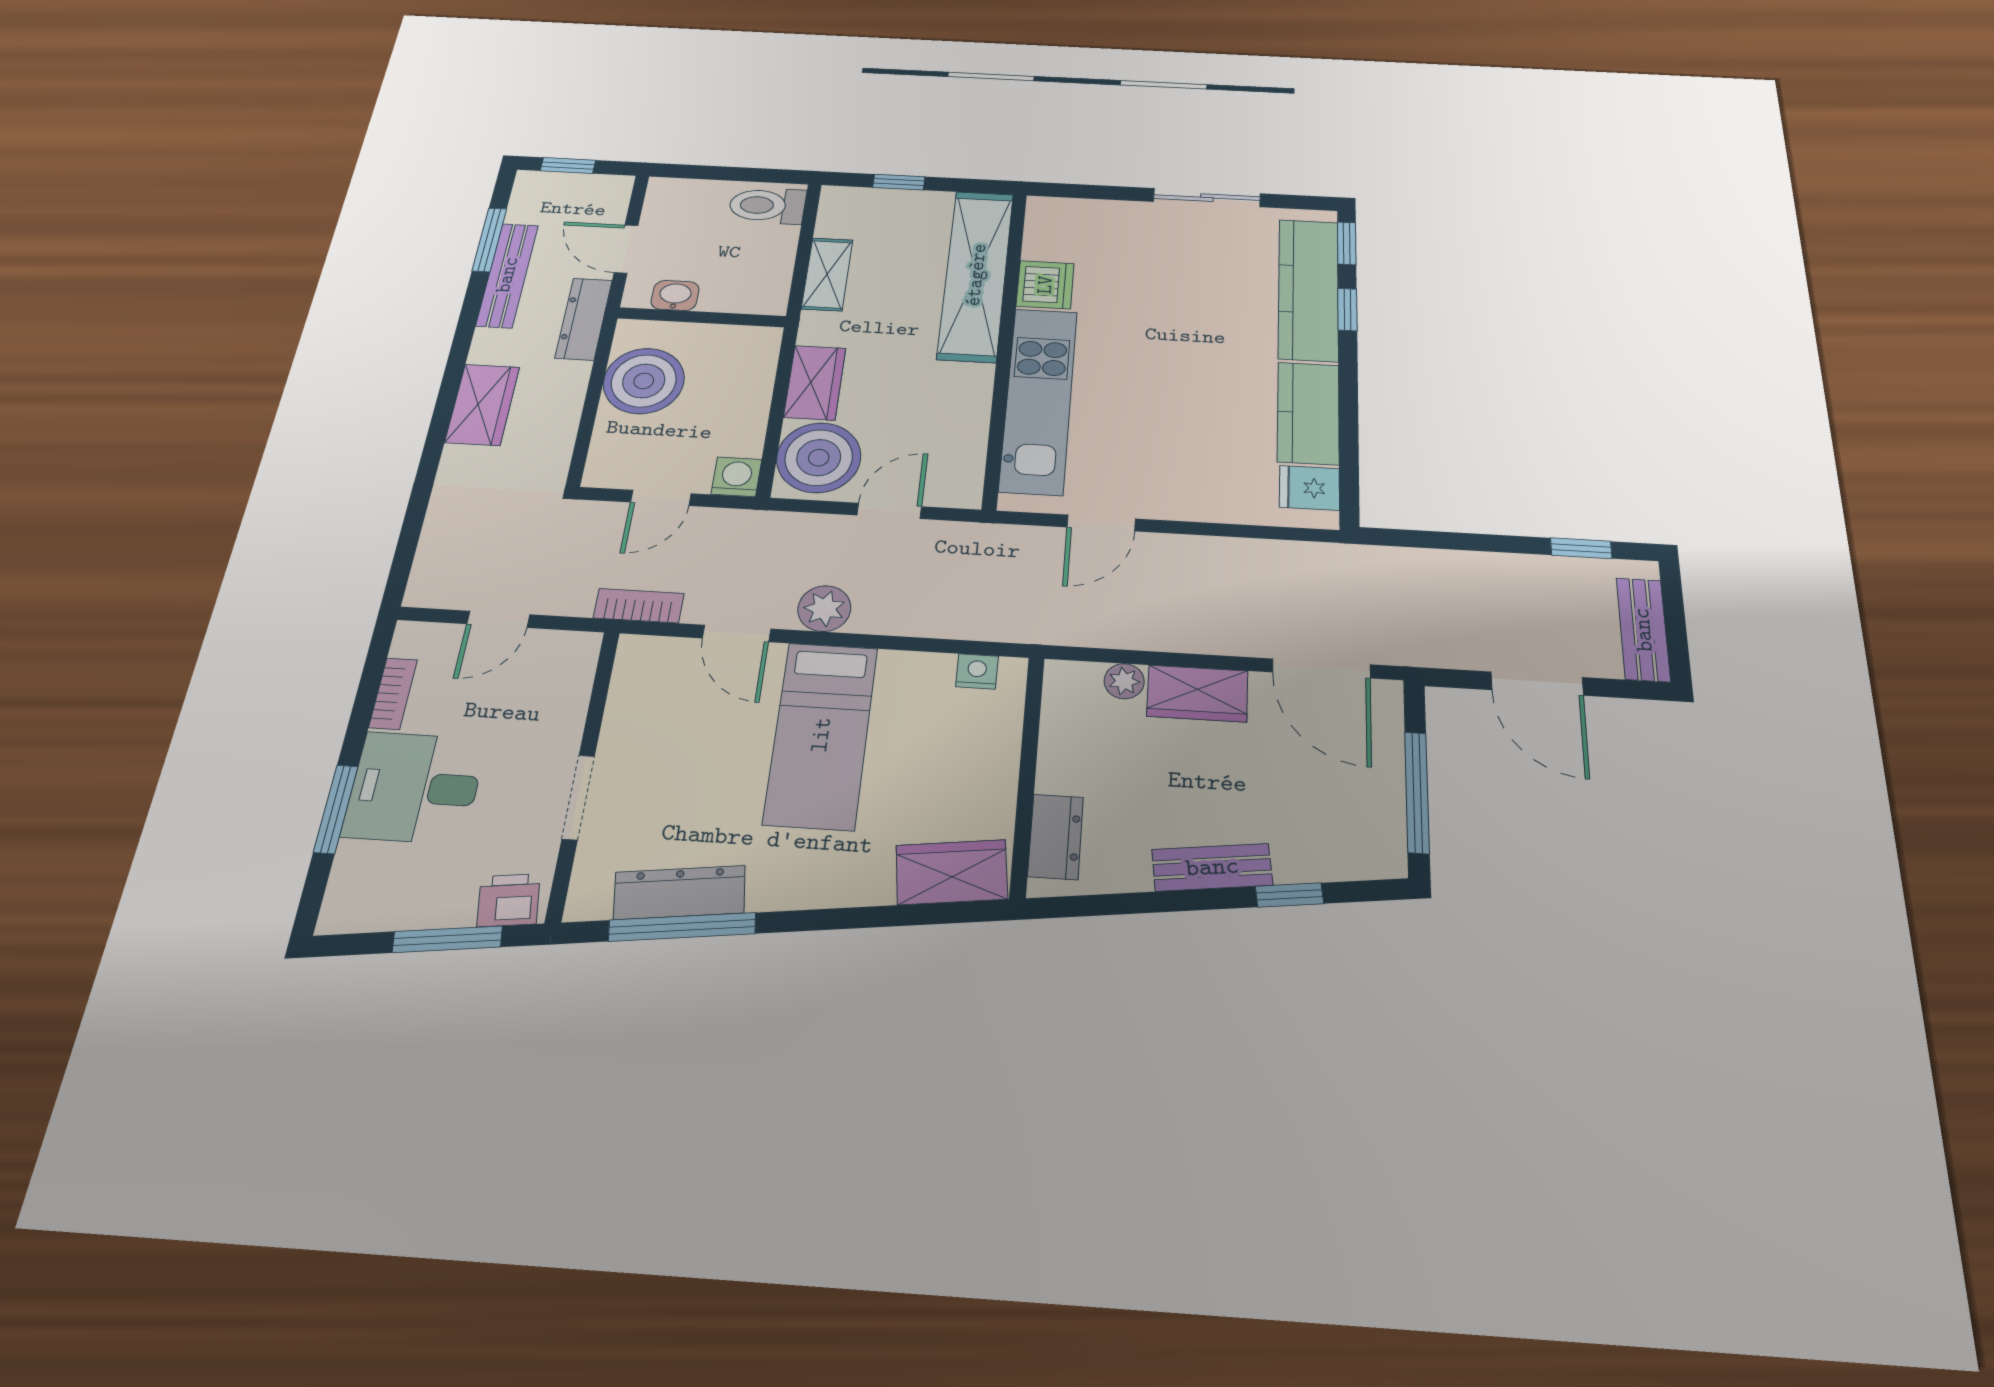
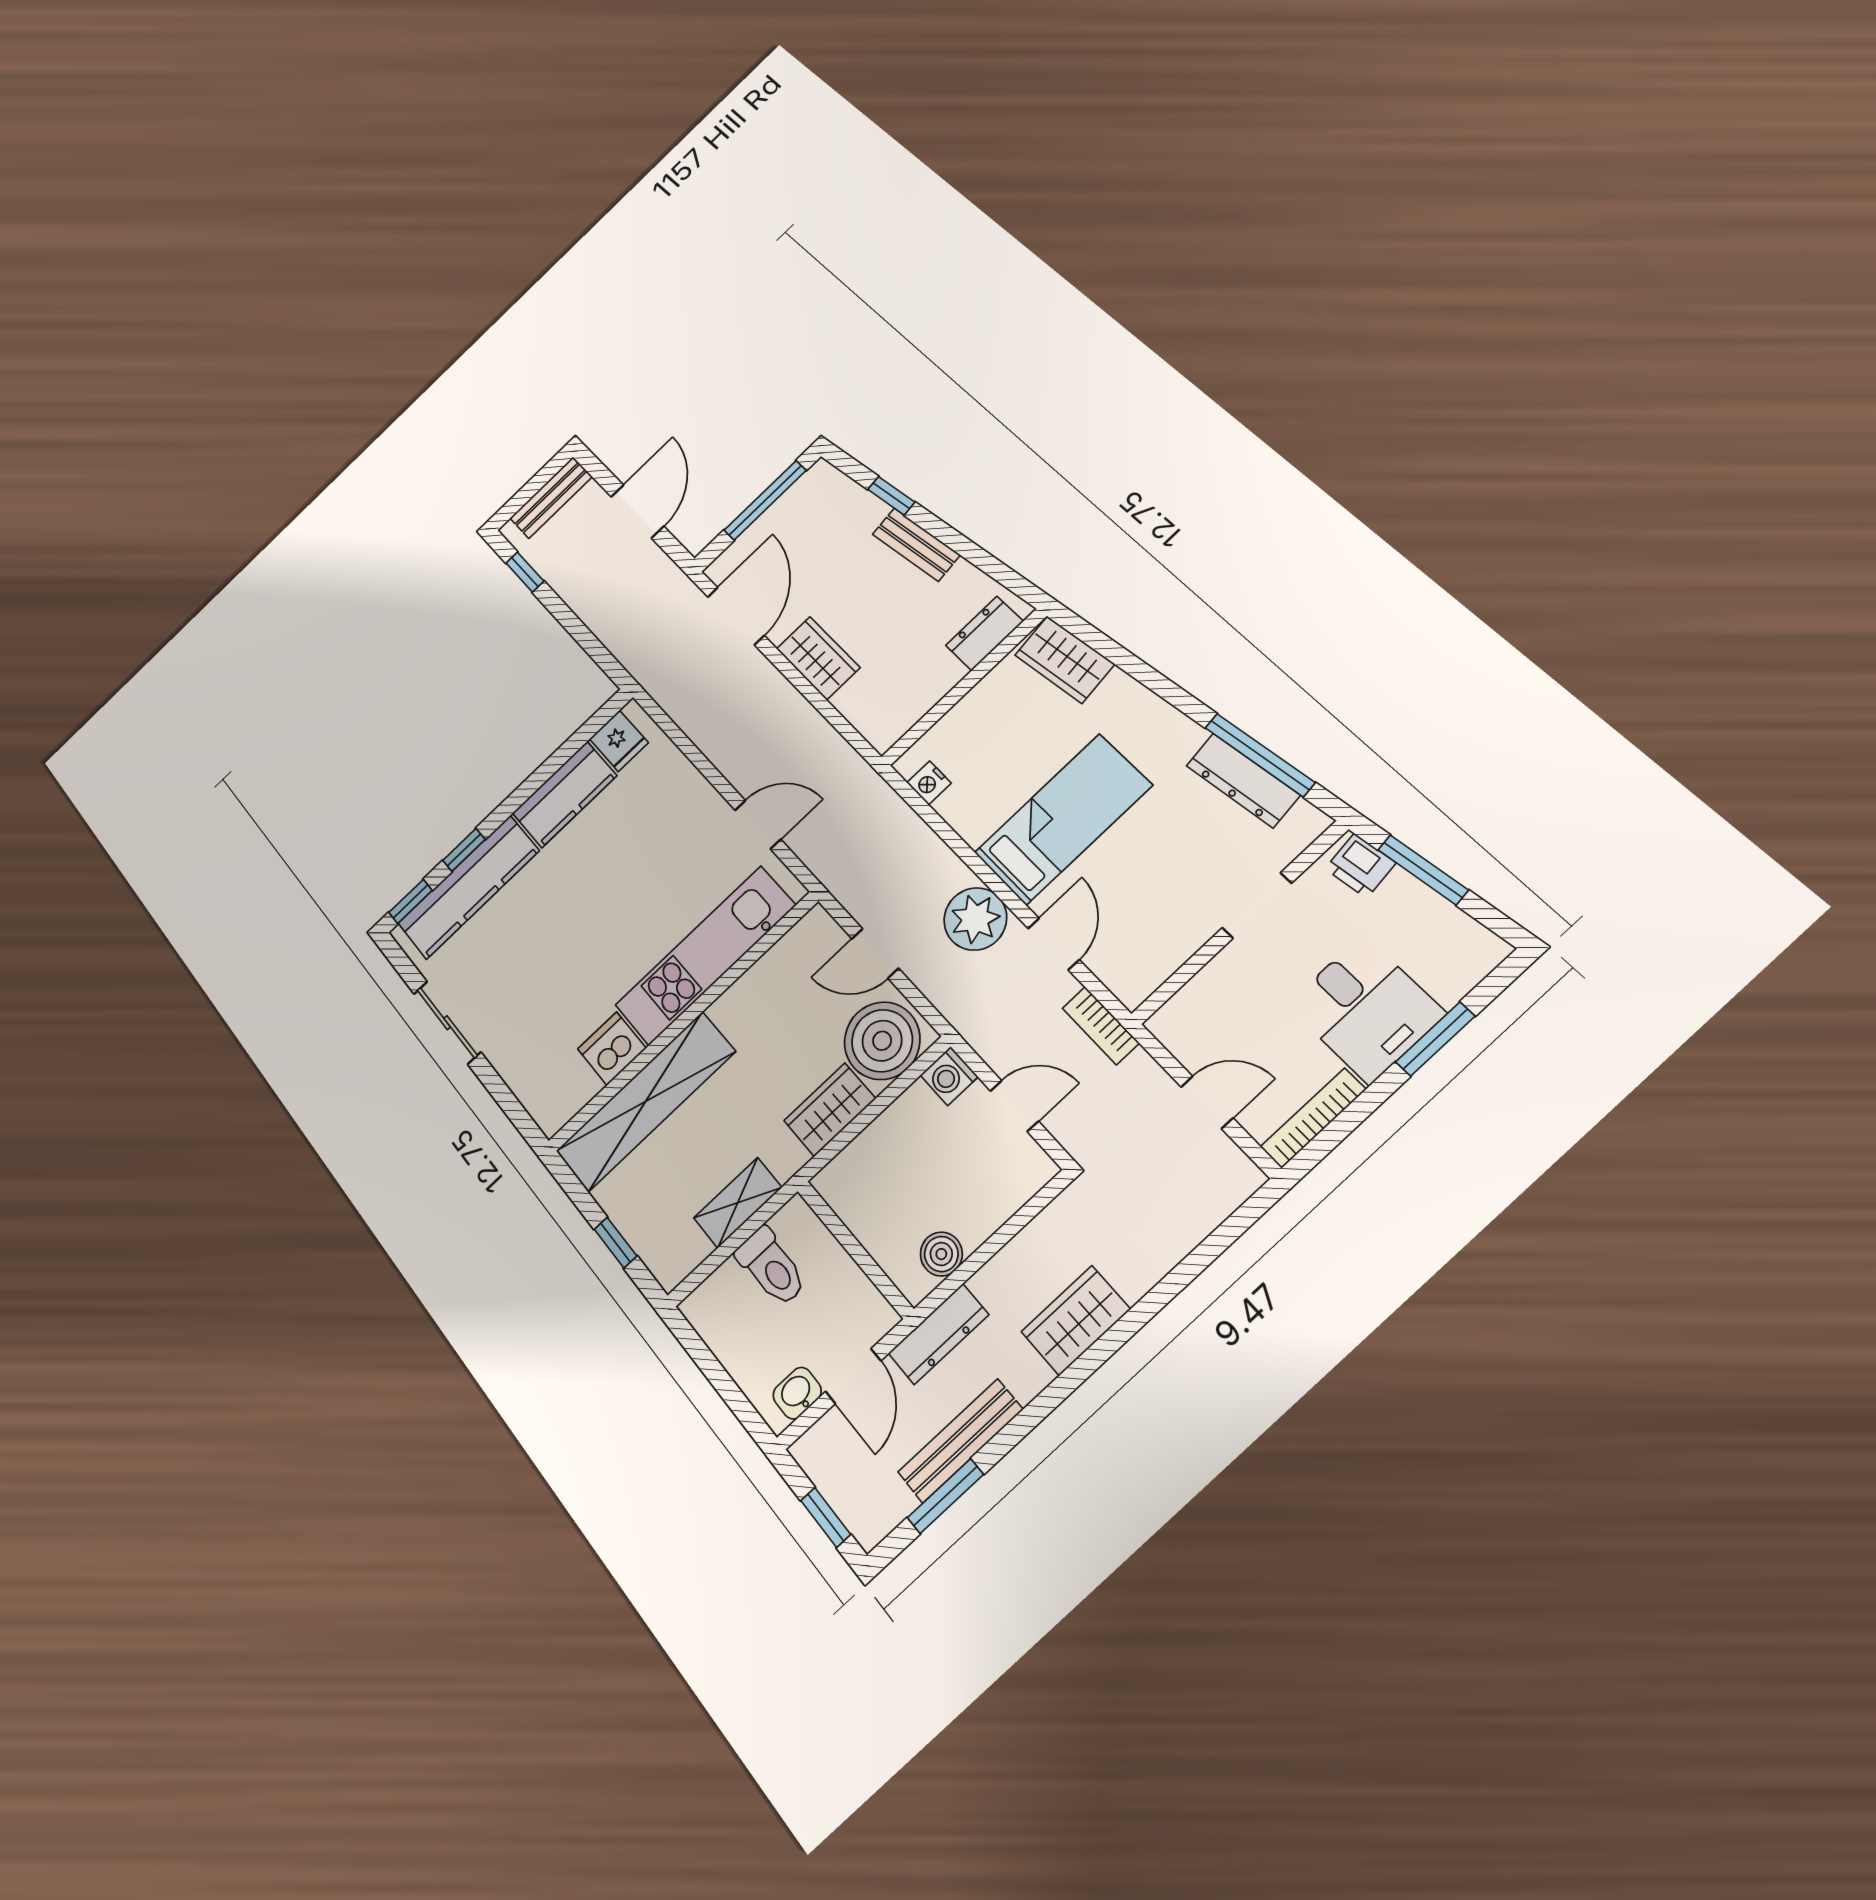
toilet: (767, 206) -> (771, 1267), moved
washbasin: (675, 296) -> (797, 1393), moved, turned 90
boiler: (644, 381) -> (941, 1254), width x0.54, depth x0.54
plant: (824, 609) -> (975, 919), width x1.36, depth x1.36
plant: (1124, 681) -> (851, 702), removed
bookcase: (393, 694) -> (1313, 1118), width x1.56

